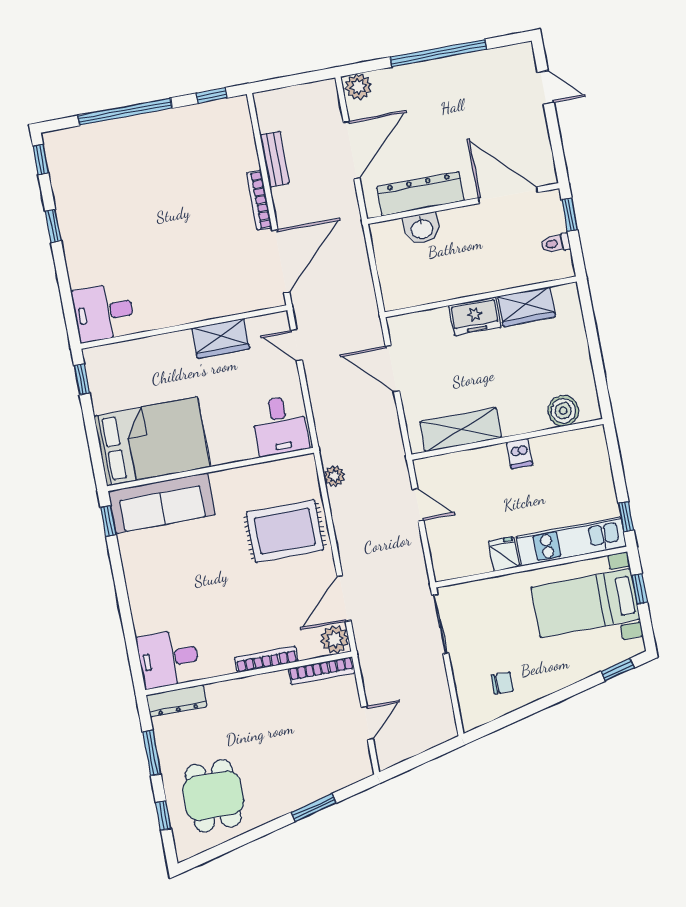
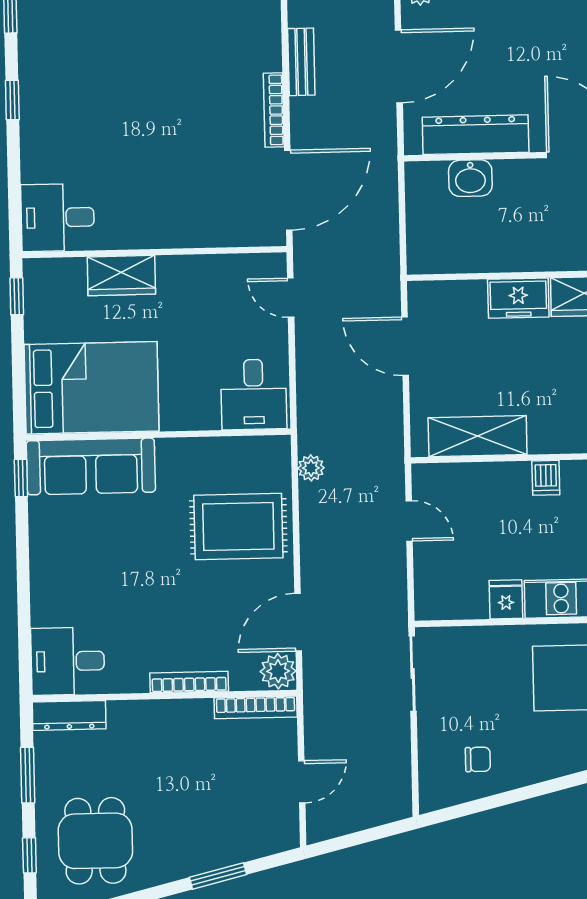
wardrobe: (221, 338) -> (121, 276), moved

